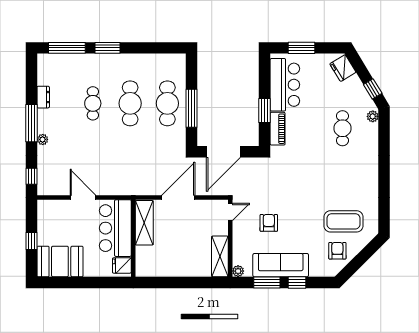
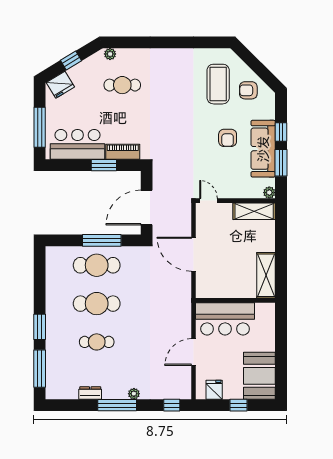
window: (301, 48) -> (40, 127), width x1.44
window: (373, 89) -> (71, 60), moved
door: (223, 152) -> (147, 208), swing flipped
shelving: (144, 223) -> (266, 275), moved, turned 90
armchair: (269, 223) -> (228, 138), moved, turned -90
fridge: (122, 265) -> (214, 390), moved, turned 180

